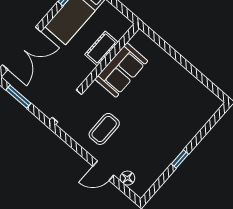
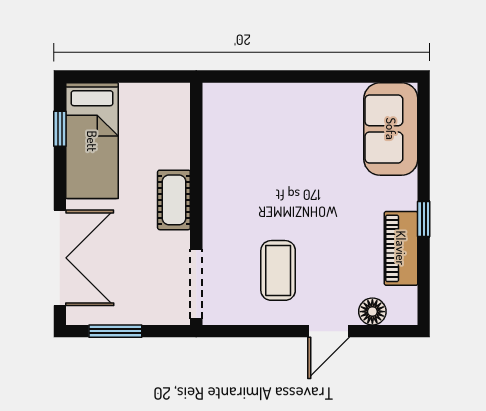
cot: (101, 48) -> (174, 200), moved
sofa: (121, 70) -> (391, 129), moved, turned 180
piano: (161, 163) -> (401, 248), added

